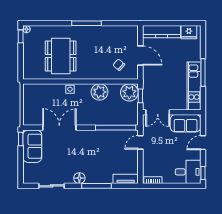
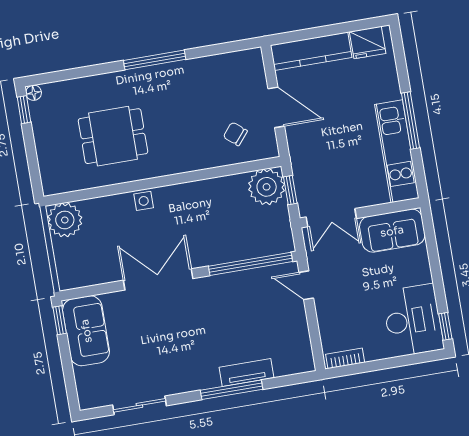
dining table: (61, 56) -> (113, 136), width x0.73
plant: (99, 92) -> (65, 220), moved
double door: (59, 128) -> (158, 279), moved
door: (140, 142) -> (306, 285), hinge flipped
door: (203, 143) -> (435, 264), removed
desk: (188, 172) -> (413, 320), width x1.37
floor lamp: (79, 178) -> (194, 380), removed
tv unit: (126, 179) -> (247, 373), moved

